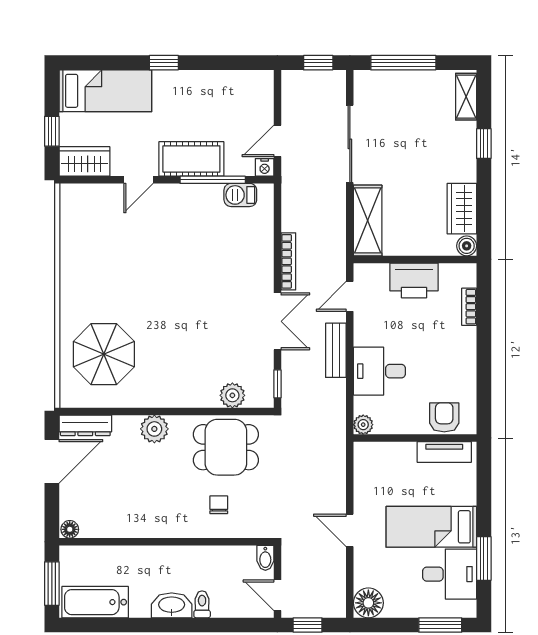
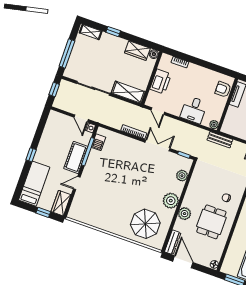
door: (138, 180) -> (77, 183), swing flipped
bench: (336, 350) -> (220, 140), moved
plant: (171, 390) -> (171, 201), added
dining table: (226, 447) -> (211, 222), moved

